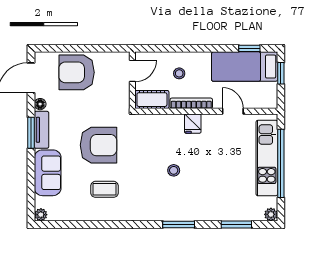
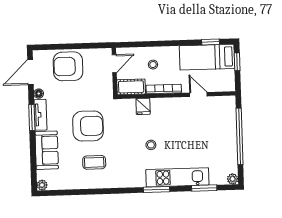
fridge: (193, 124) -> (143, 106), moved
kitchen unit: (267, 158) -> (177, 177), moved, turned 90

